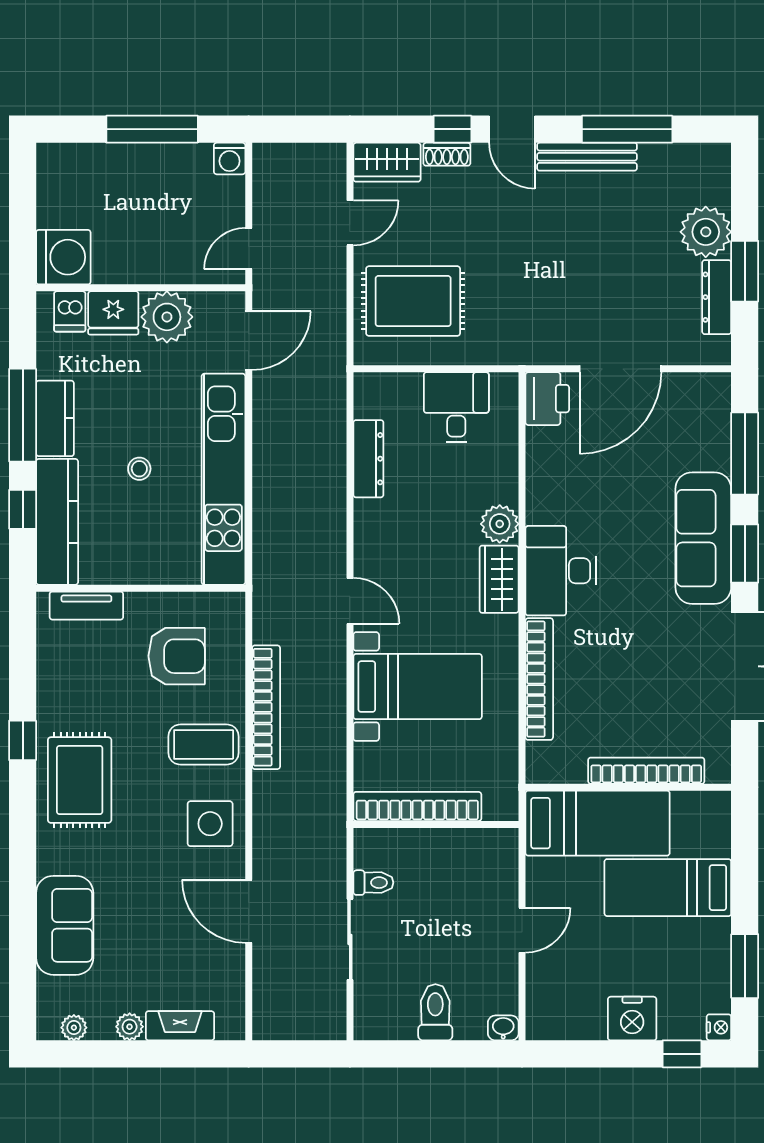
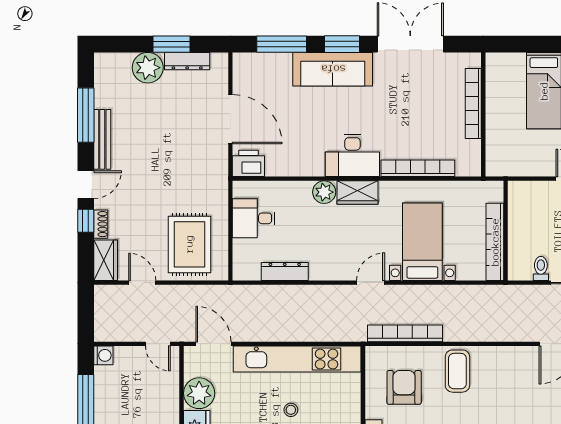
bookcase: (266, 707) -> (405, 333), moved
bed: (598, 823) -> (505, 133), removed
side table: (210, 824) -> (505, 367), removed

